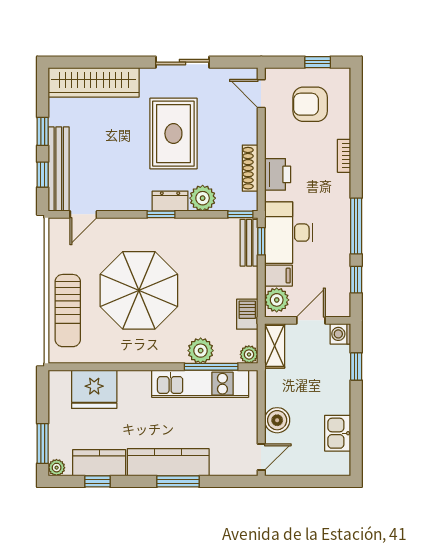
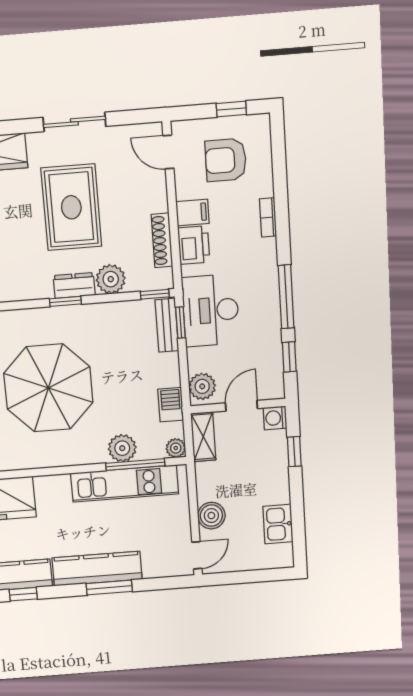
filing cabinet: (278, 276) -> (192, 212), moved

